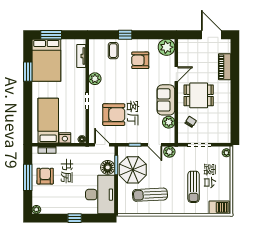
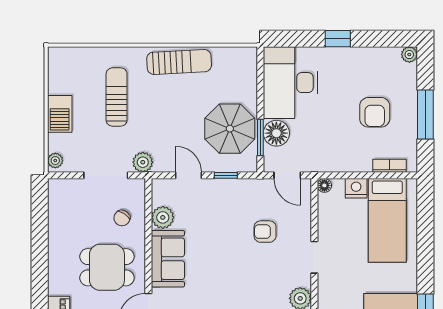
armchair: (114, 115) -> (265, 232), width x0.53, depth x0.53
plant: (169, 152) -> (143, 162), moved
armchair: (45, 176) -> (375, 112), moved
sun lounger: (150, 195) -> (179, 62), moved
barbecue: (219, 207) -> (60, 114), moved, turned -90

